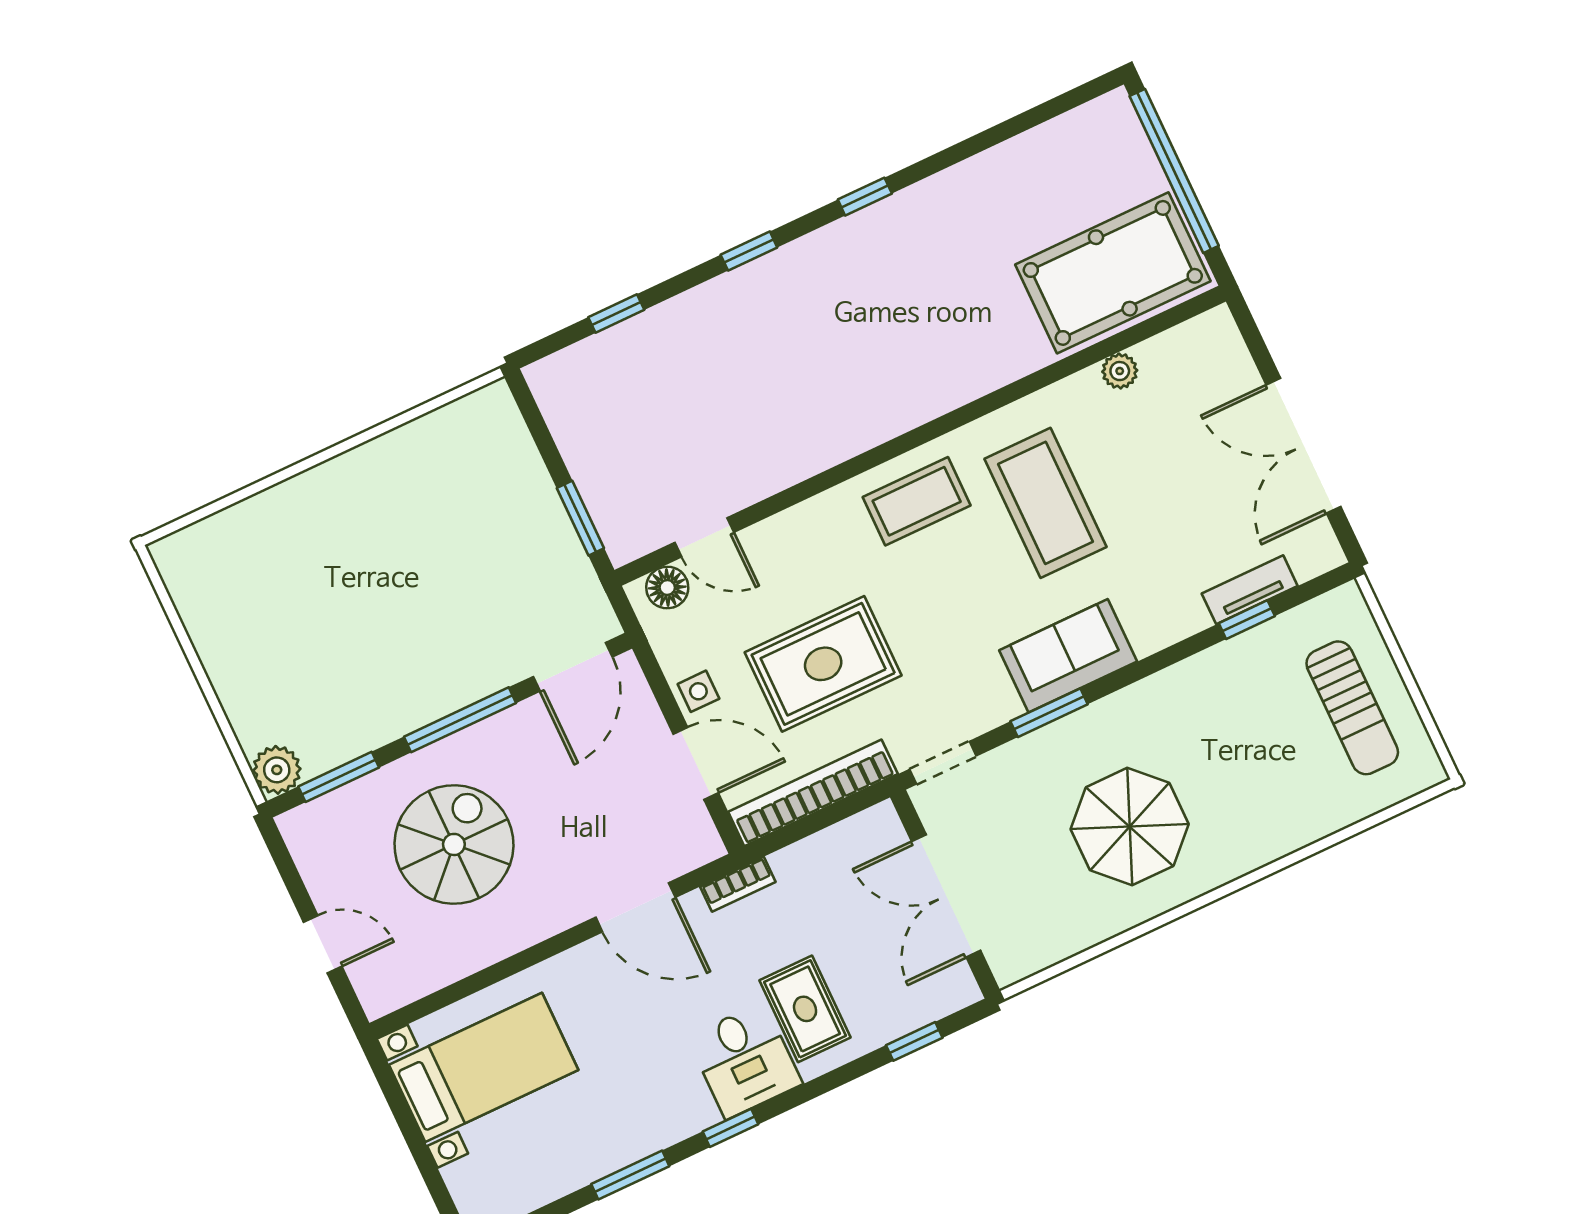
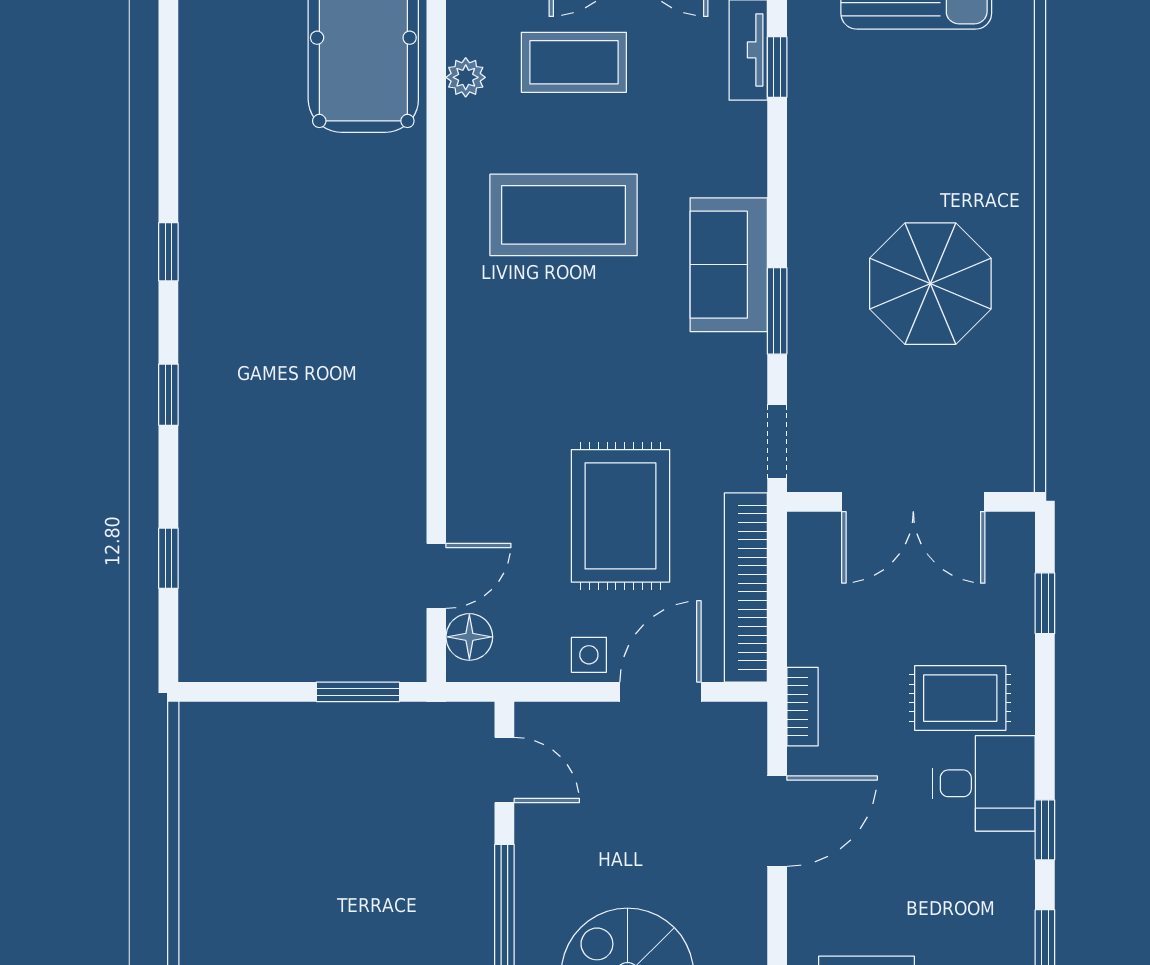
coffee table: (917, 501) -> (574, 62), moved, turned 90
door: (573, 667) -> (504, 770), width x0.73

